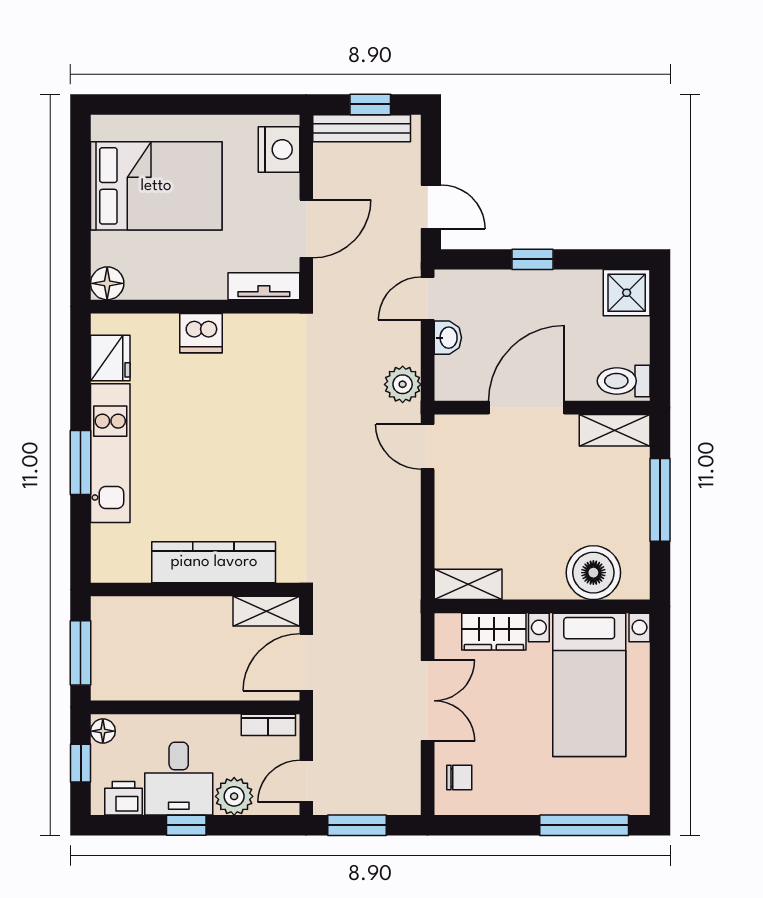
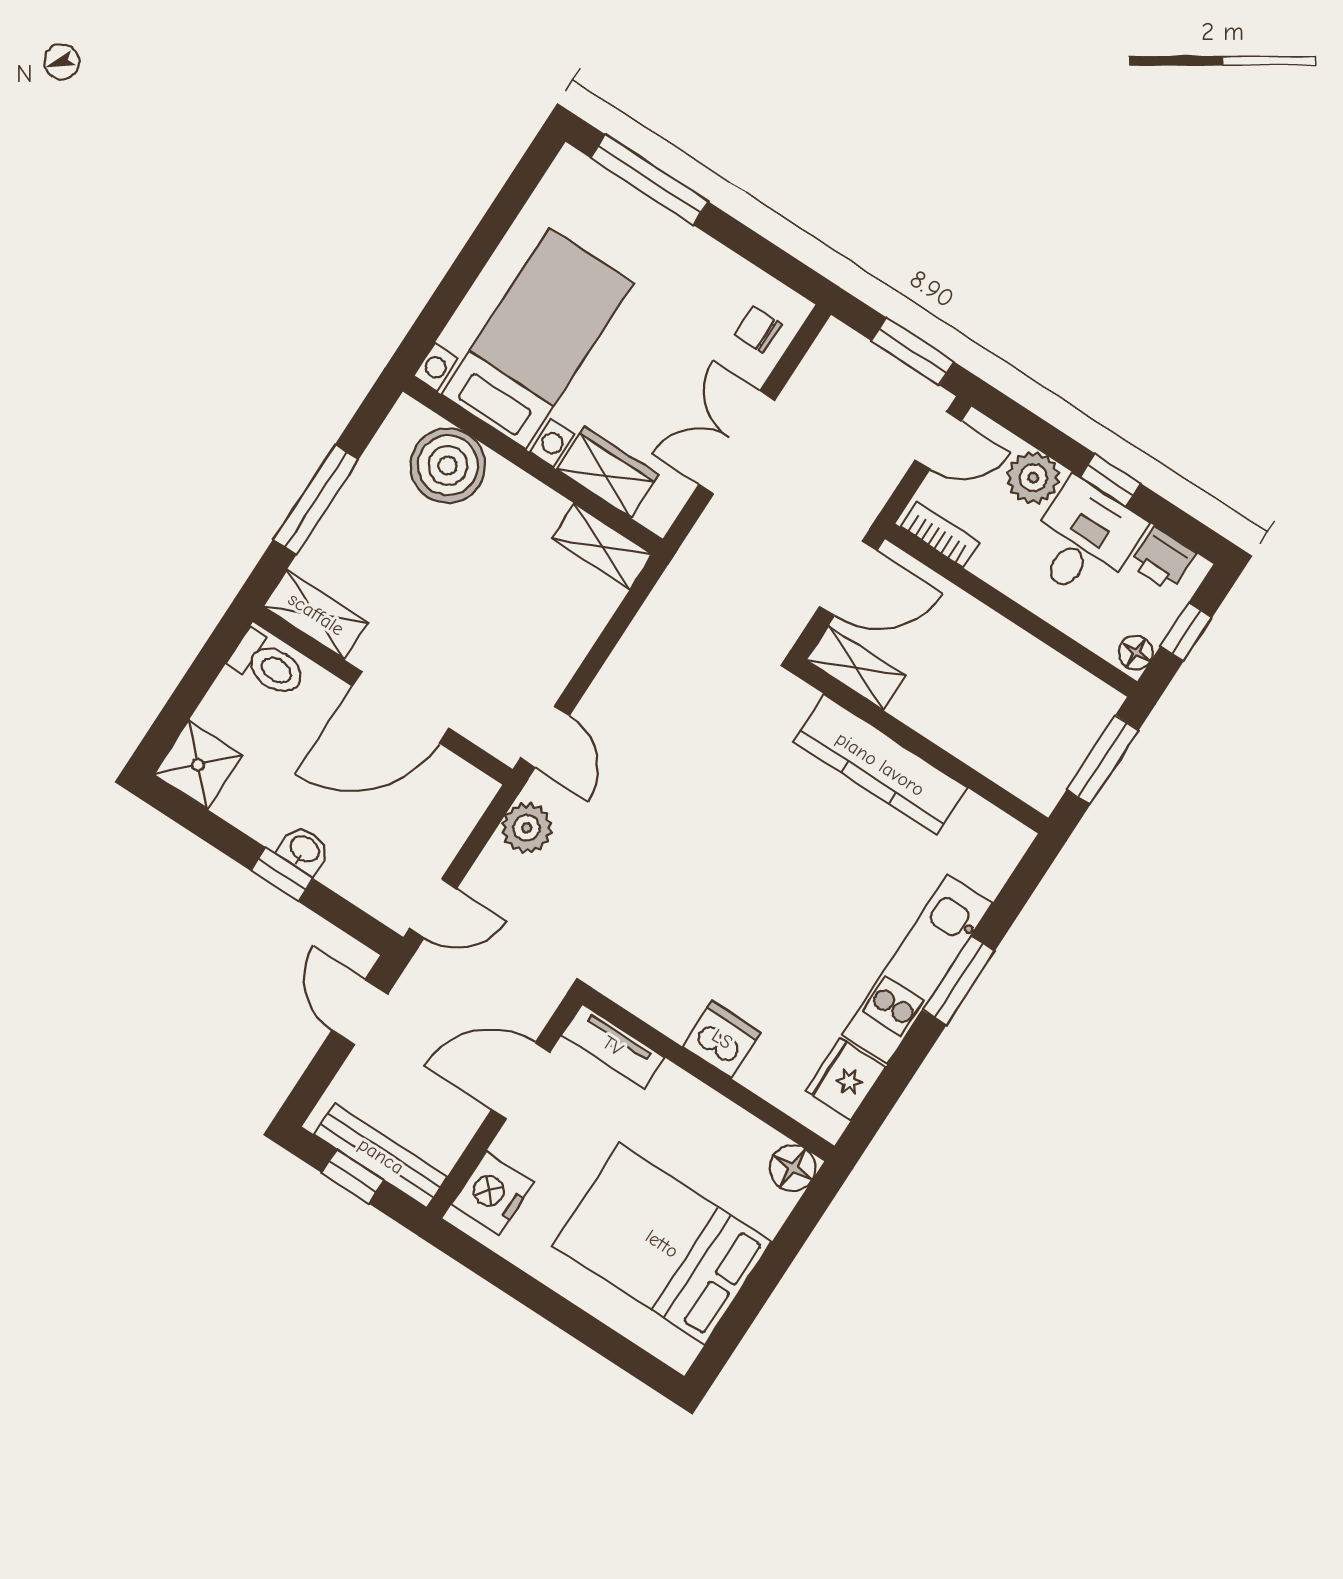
washbasin: (448, 338) -> (304, 850), moved, turned 90

